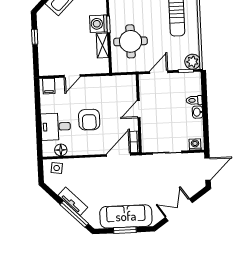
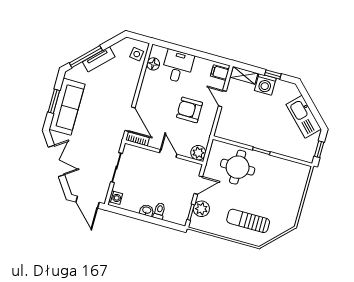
washing machine: (98, 24) -> (265, 84), moved, turned 180
shelving: (102, 46) -> (244, 75), moved
plant: (193, 62) -> (201, 209), moved
door: (159, 72) -> (198, 185), hinge flipped
plant: (129, 82) -> (198, 153), added
armchair: (89, 120) -> (190, 110), moved

